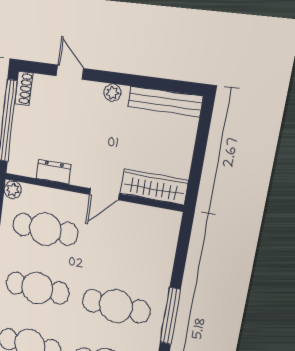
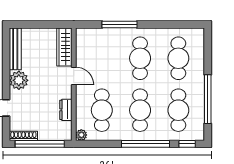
shoe rack: (24, 88) -> (23, 136), width x1.43
plant: (112, 93) -> (19, 80), width x1.87, depth x1.87
window: (170, 316) -> (119, 25), moved

